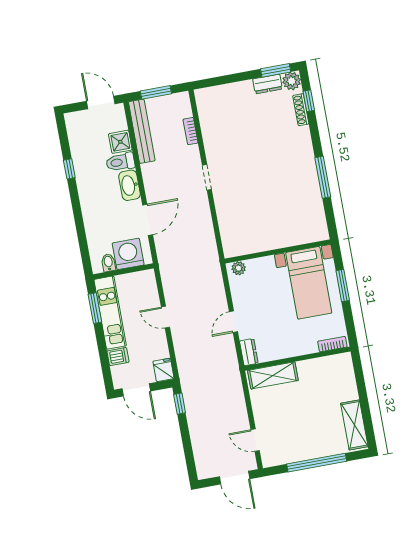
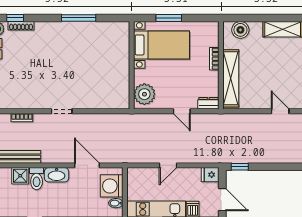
plant: (239, 268) -> (144, 94), width x1.87, depth x1.87
bookcase: (332, 344) -> (214, 59), moved
boiler: (344, 374) -> (240, 30), added
shelving: (273, 375) -> (231, 78), width x1.47
door: (136, 390) -> (222, 200), hinge flipped
door: (255, 440) -> (280, 111), swing flipped

